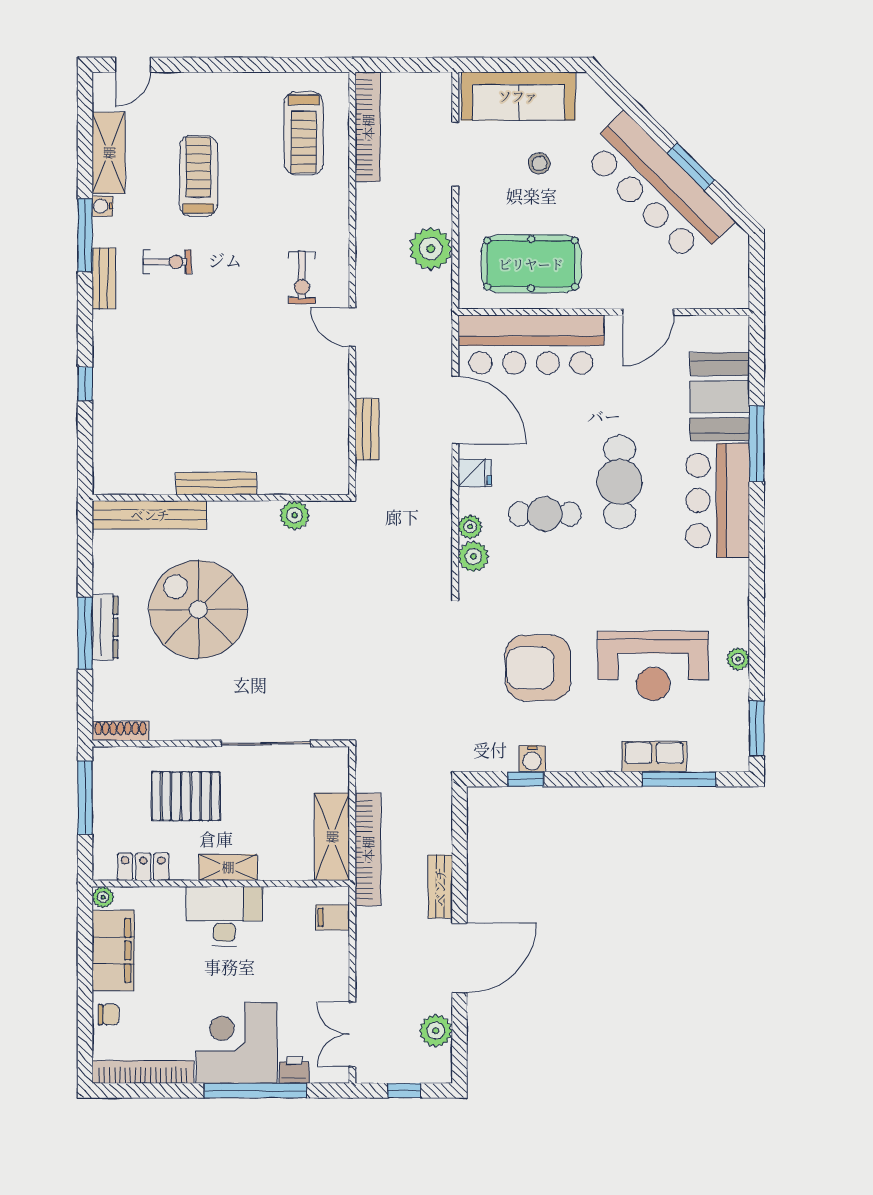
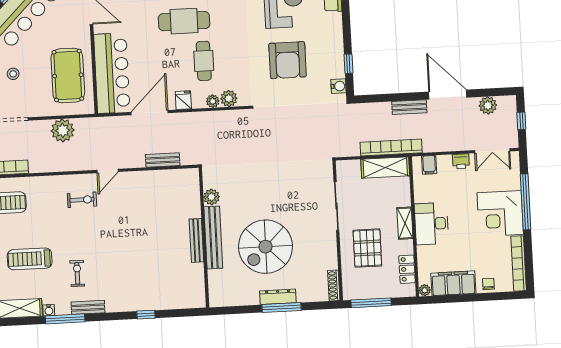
bench: (150, 515) -> (213, 237), moved
water cooler: (532, 759) -> (339, 86), moved
printer: (294, 1070) -> (461, 161), moved, turned -90

